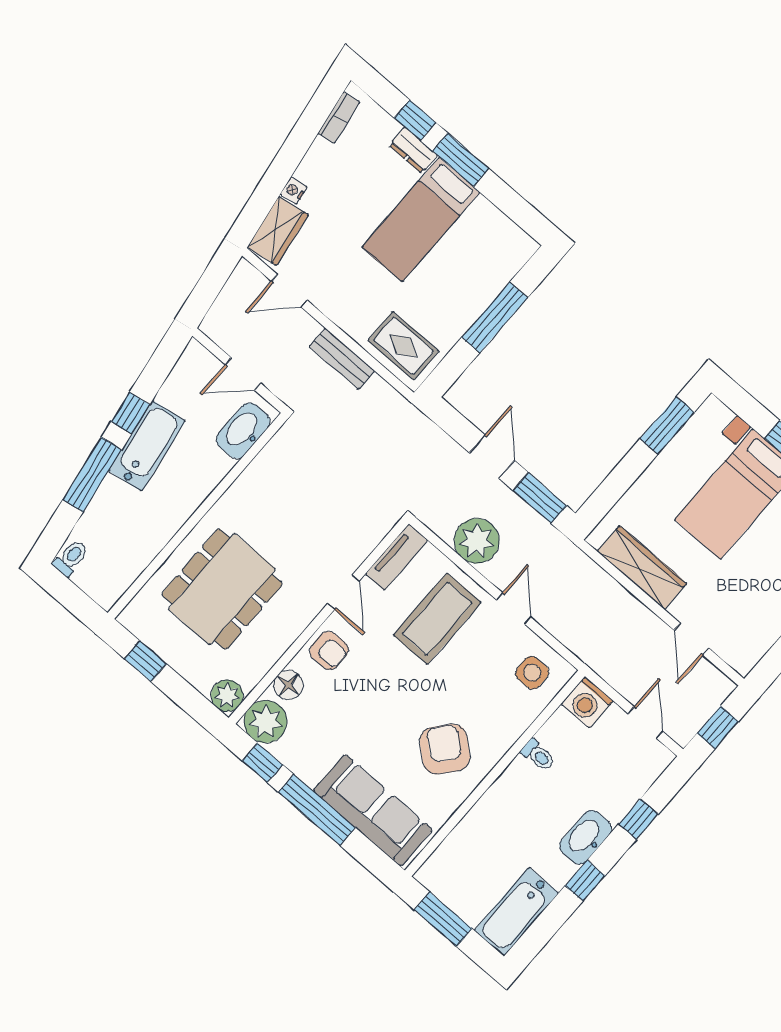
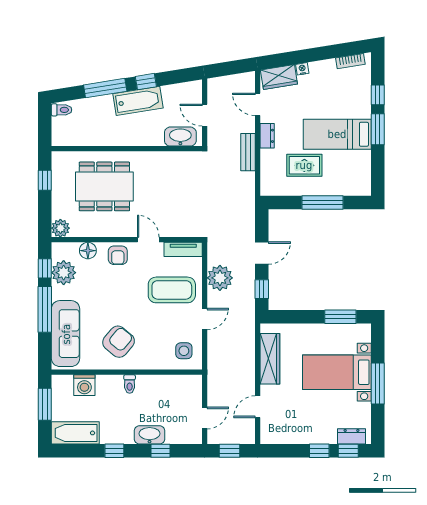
dresser: (413, 150) -> (267, 136), moved, turned 180
rug: (403, 346) -> (304, 165), moved, turned 90
window: (540, 498) -> (262, 289), width x0.67
door: (344, 592) -> (148, 240), swing flipped
washing machine: (587, 703) -> (84, 385), moved, turned -90
plant: (265, 722) -> (64, 273), moved
toilet: (538, 755) -> (130, 384), moved
washbasin: (586, 837) -> (149, 435), moved

